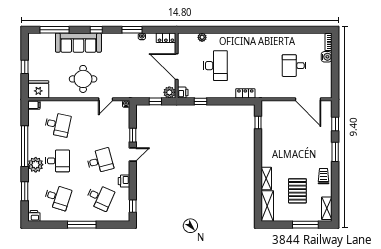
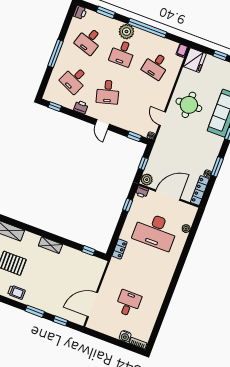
locker: (166, 38) -> (200, 191), width x1.53
desk: (215, 66) -> (155, 231), width x1.36, depth x1.30
window: (133, 135) -> (134, 136), moved
shelving: (266, 178) -> (50, 245), moved

